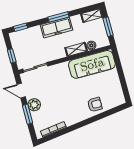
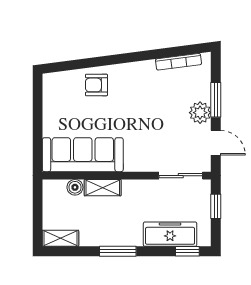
freezer: (57, 27) -> (170, 234), moved
window: (108, 27) -> (38, 211), removed

